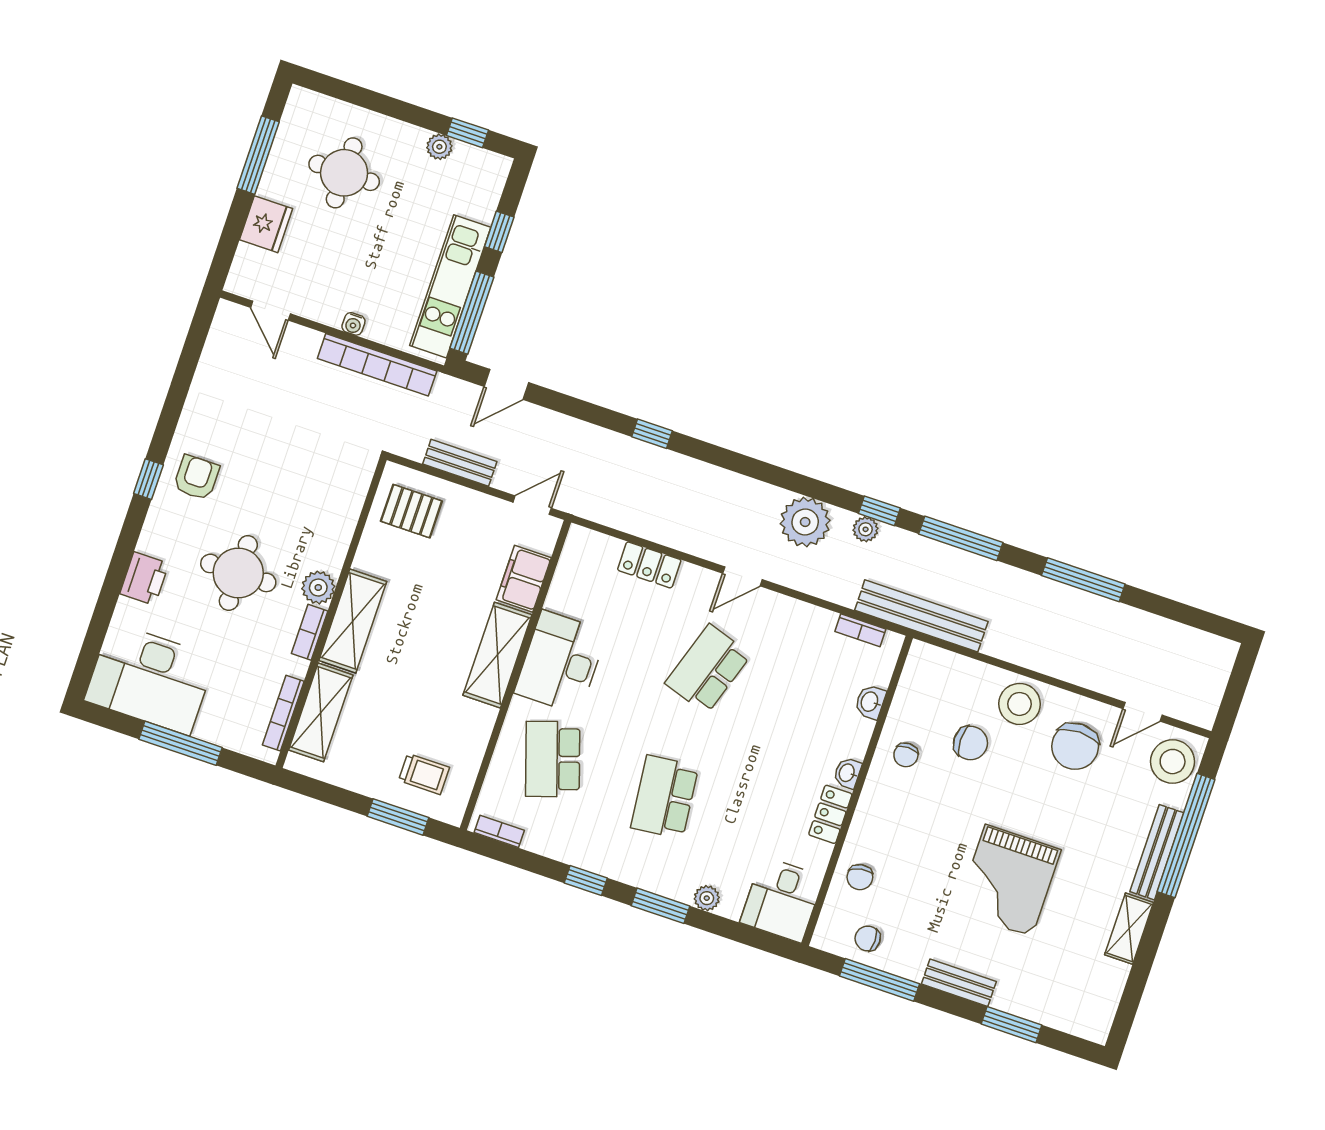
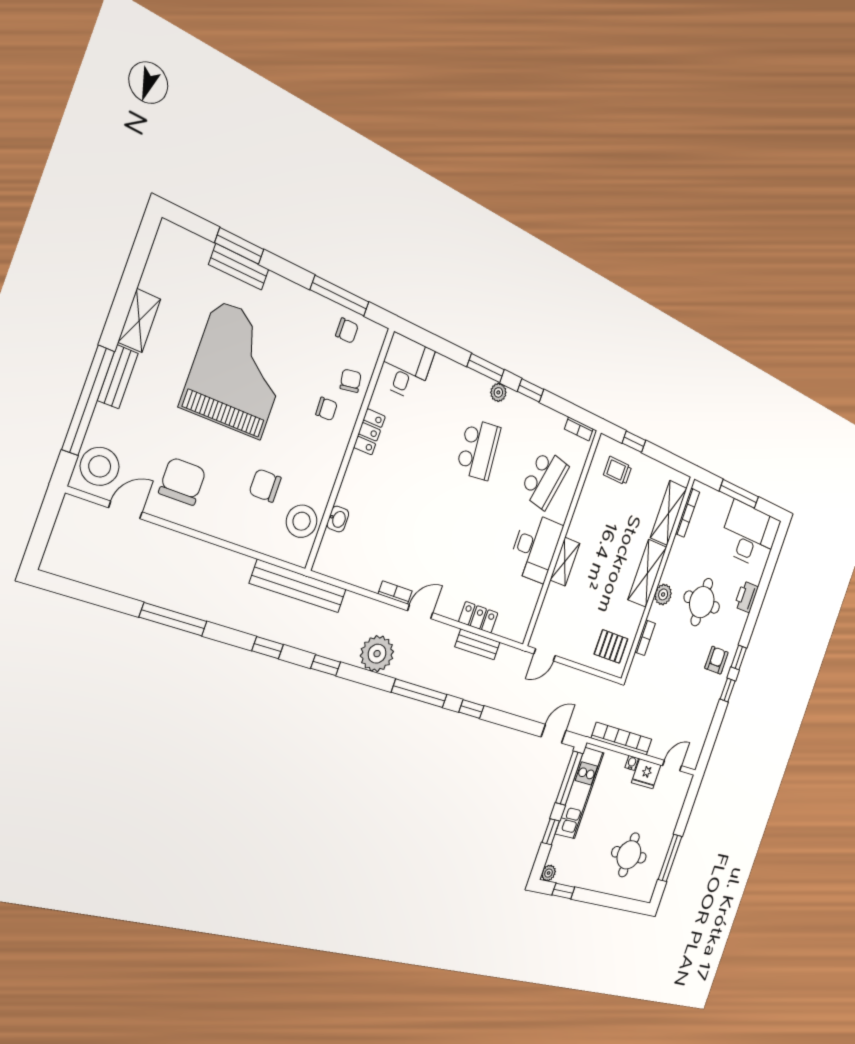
plant: (439, 147) -> (549, 873), moved
fridge: (266, 224) -> (646, 774), moved, turned -90
door: (270, 311) -> (672, 766), hinge flipped
window: (166, 427) -> (728, 690), added
bench: (460, 463) -> (478, 644), moved
window: (737, 463) -> (419, 693), added
armchair: (196, 478) -> (716, 660), turned 180
plant: (866, 529) -> (336, 651), removed
window: (961, 538) -> (268, 648), width x0.46
filing cabinet: (524, 579) -> (553, 605), removed
bookcase: (860, 630) -> (395, 593), moved
bookcase: (310, 632) -> (645, 638), moved
shelving: (497, 655) -> (565, 562), width x0.67, depth x0.75
school desk: (708, 669) -> (446, 544), removed
stool: (1020, 704) -> (302, 521), moved
chair: (906, 755) -> (326, 409), moved, turned 88
school desk: (553, 759) -> (545, 479), turned 30
washbasin: (847, 773) -> (356, 464), removed
window: (398, 817) -> (634, 442), width x0.67
bench: (1157, 852) -> (118, 377), width x0.73
grand piano: (1008, 881) -> (239, 370), width x1.37, depth x1.48
plant: (707, 898) -> (498, 392), moved
bench: (959, 983) -> (239, 267), moved

